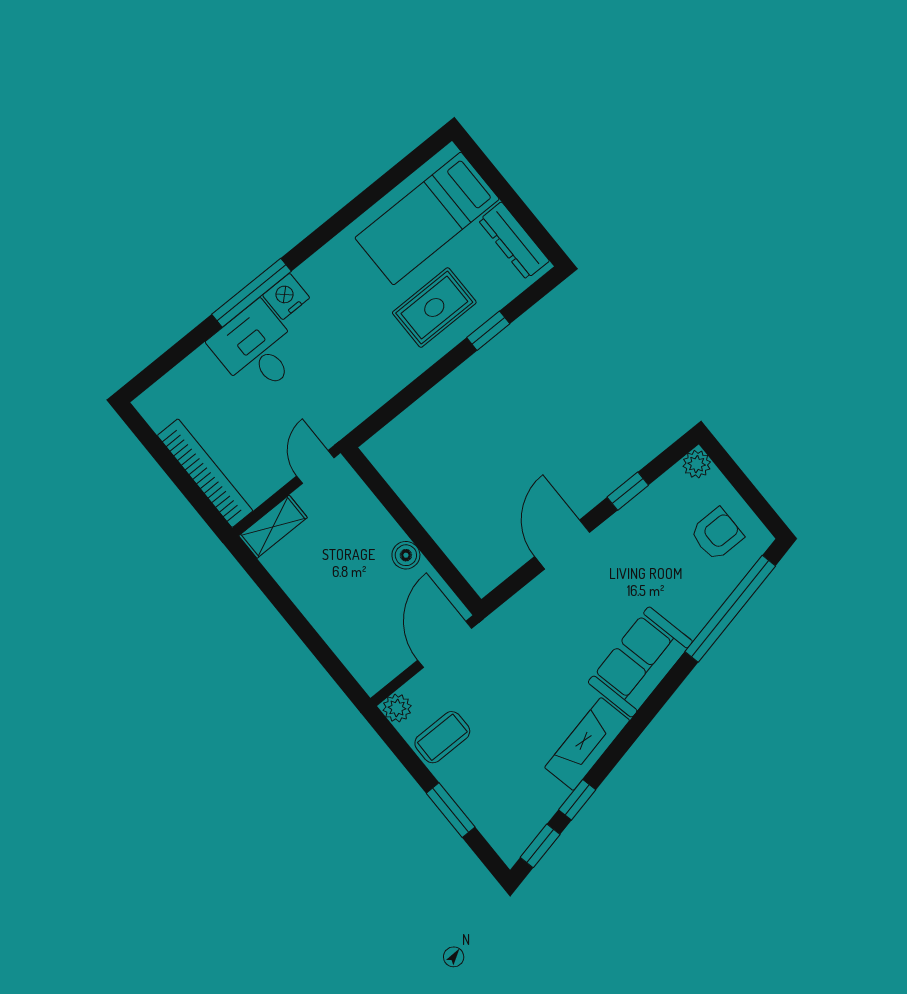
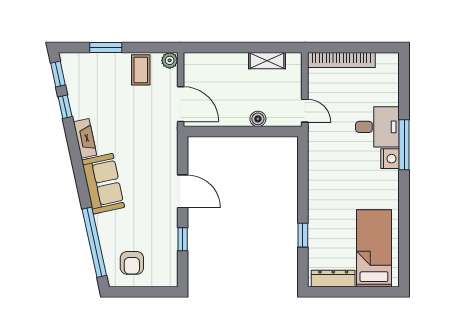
rug: (434, 308) -> (332, 220), removed
plant: (697, 464) -> (170, 279), removed
shelving: (273, 527) -> (267, 61), moved, turned 90
boiler: (406, 555) -> (258, 119), moved
fireplace: (587, 744) -> (85, 138), width x0.73, depth x0.76

